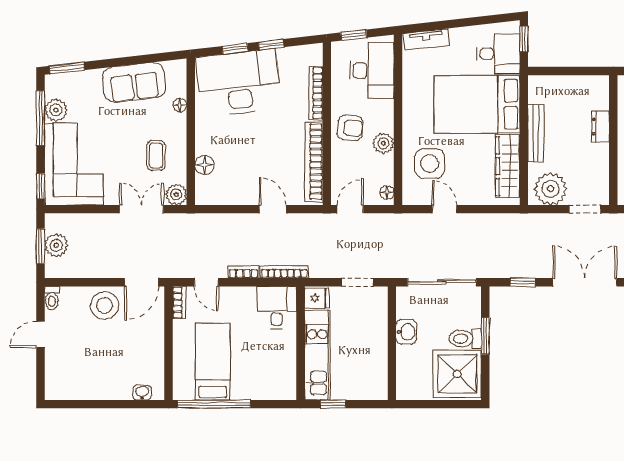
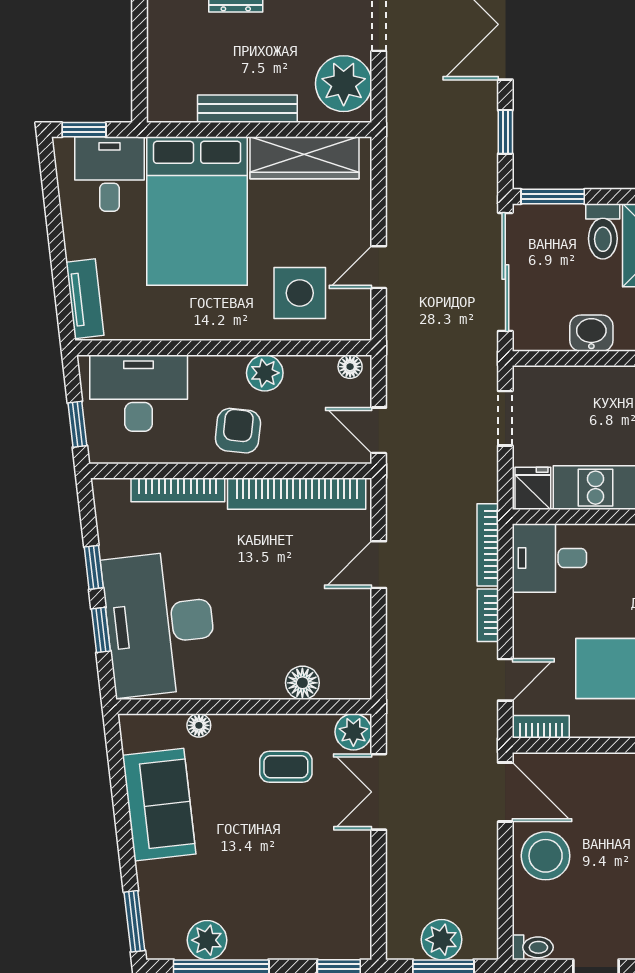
corner sofa: (74, 164) -> (301, 909), removed
window: (485, 336) -> (553, 197), moved

